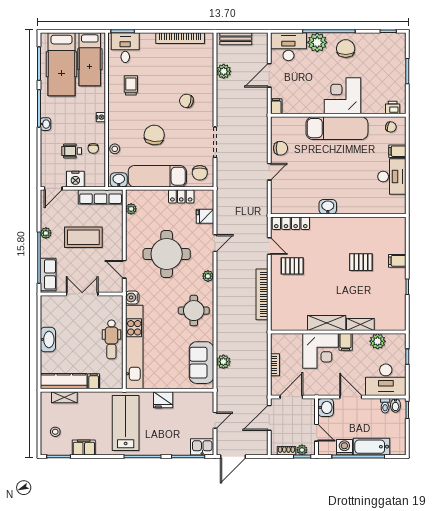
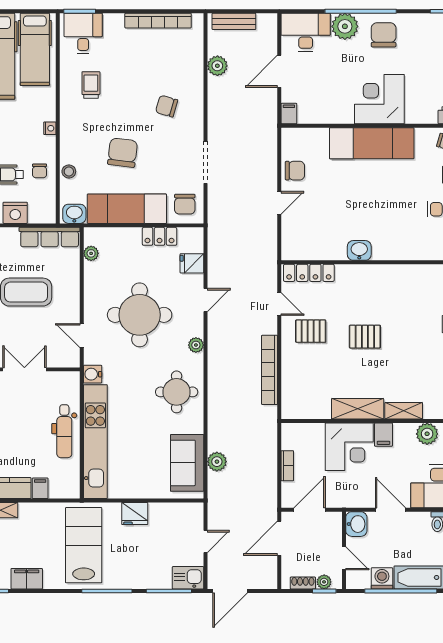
pallet: (361, 262) -> (365, 337), moved

